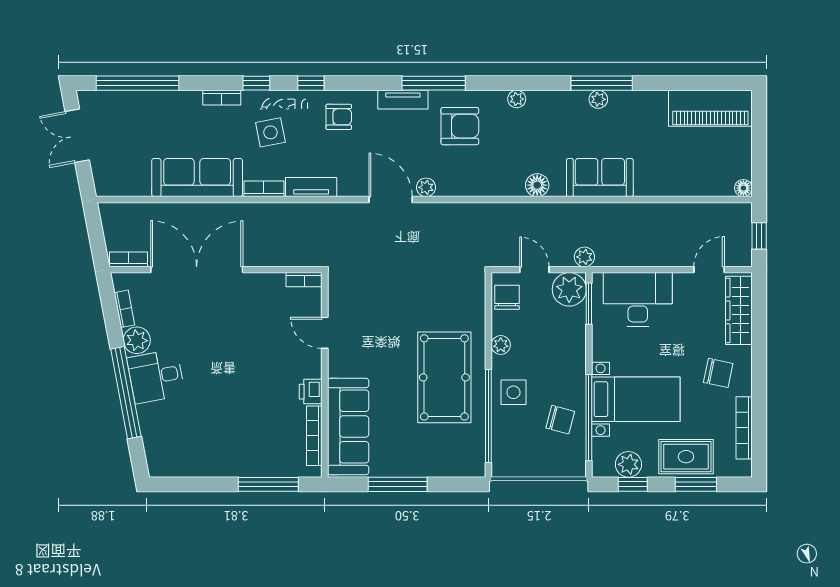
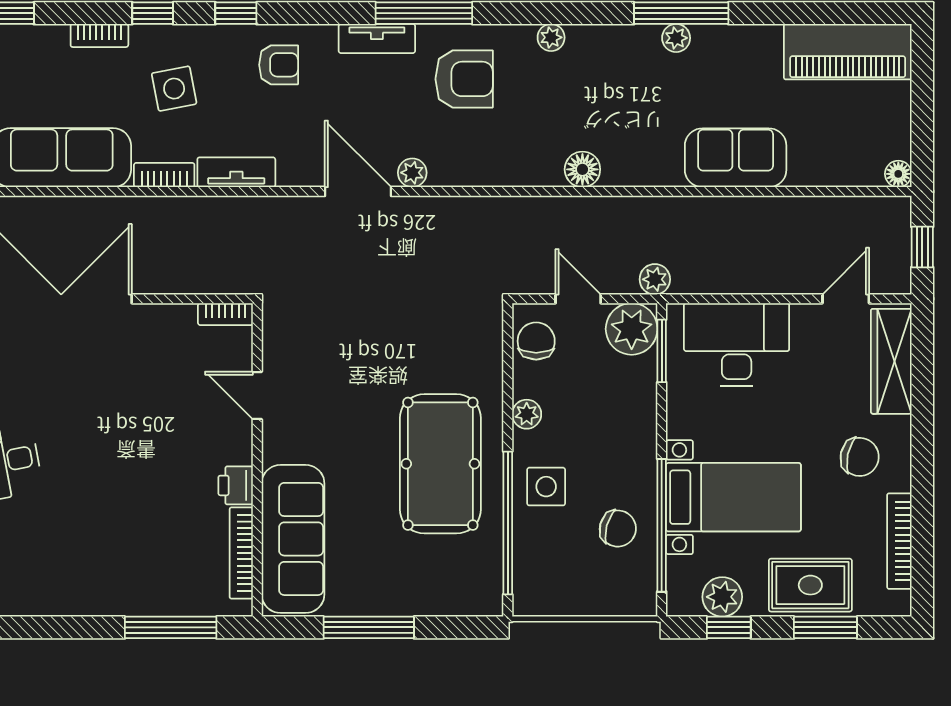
sofa: (600, 178) -> (736, 158), moved

